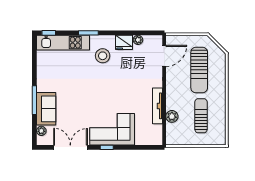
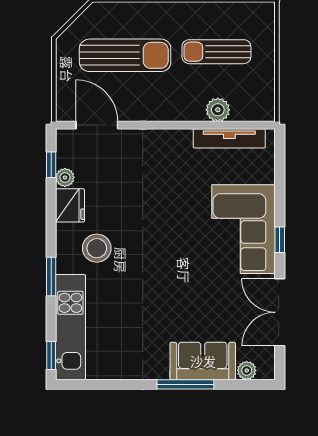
window: (144, 33) -> (51, 165), added
tv unit: (158, 106) -> (229, 138), moved

